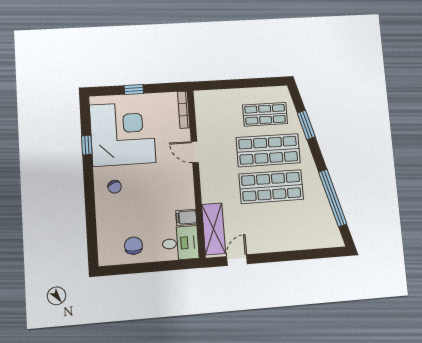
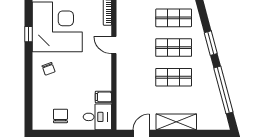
window: (306, 125) -> (211, 43), moved
shop shelf: (268, 150) -> (174, 48), width x0.70, depth x0.74
shop shelf: (271, 187) -> (174, 77), width x0.70, depth x0.74
shelving: (214, 229) -> (176, 122), moved, turned 90

